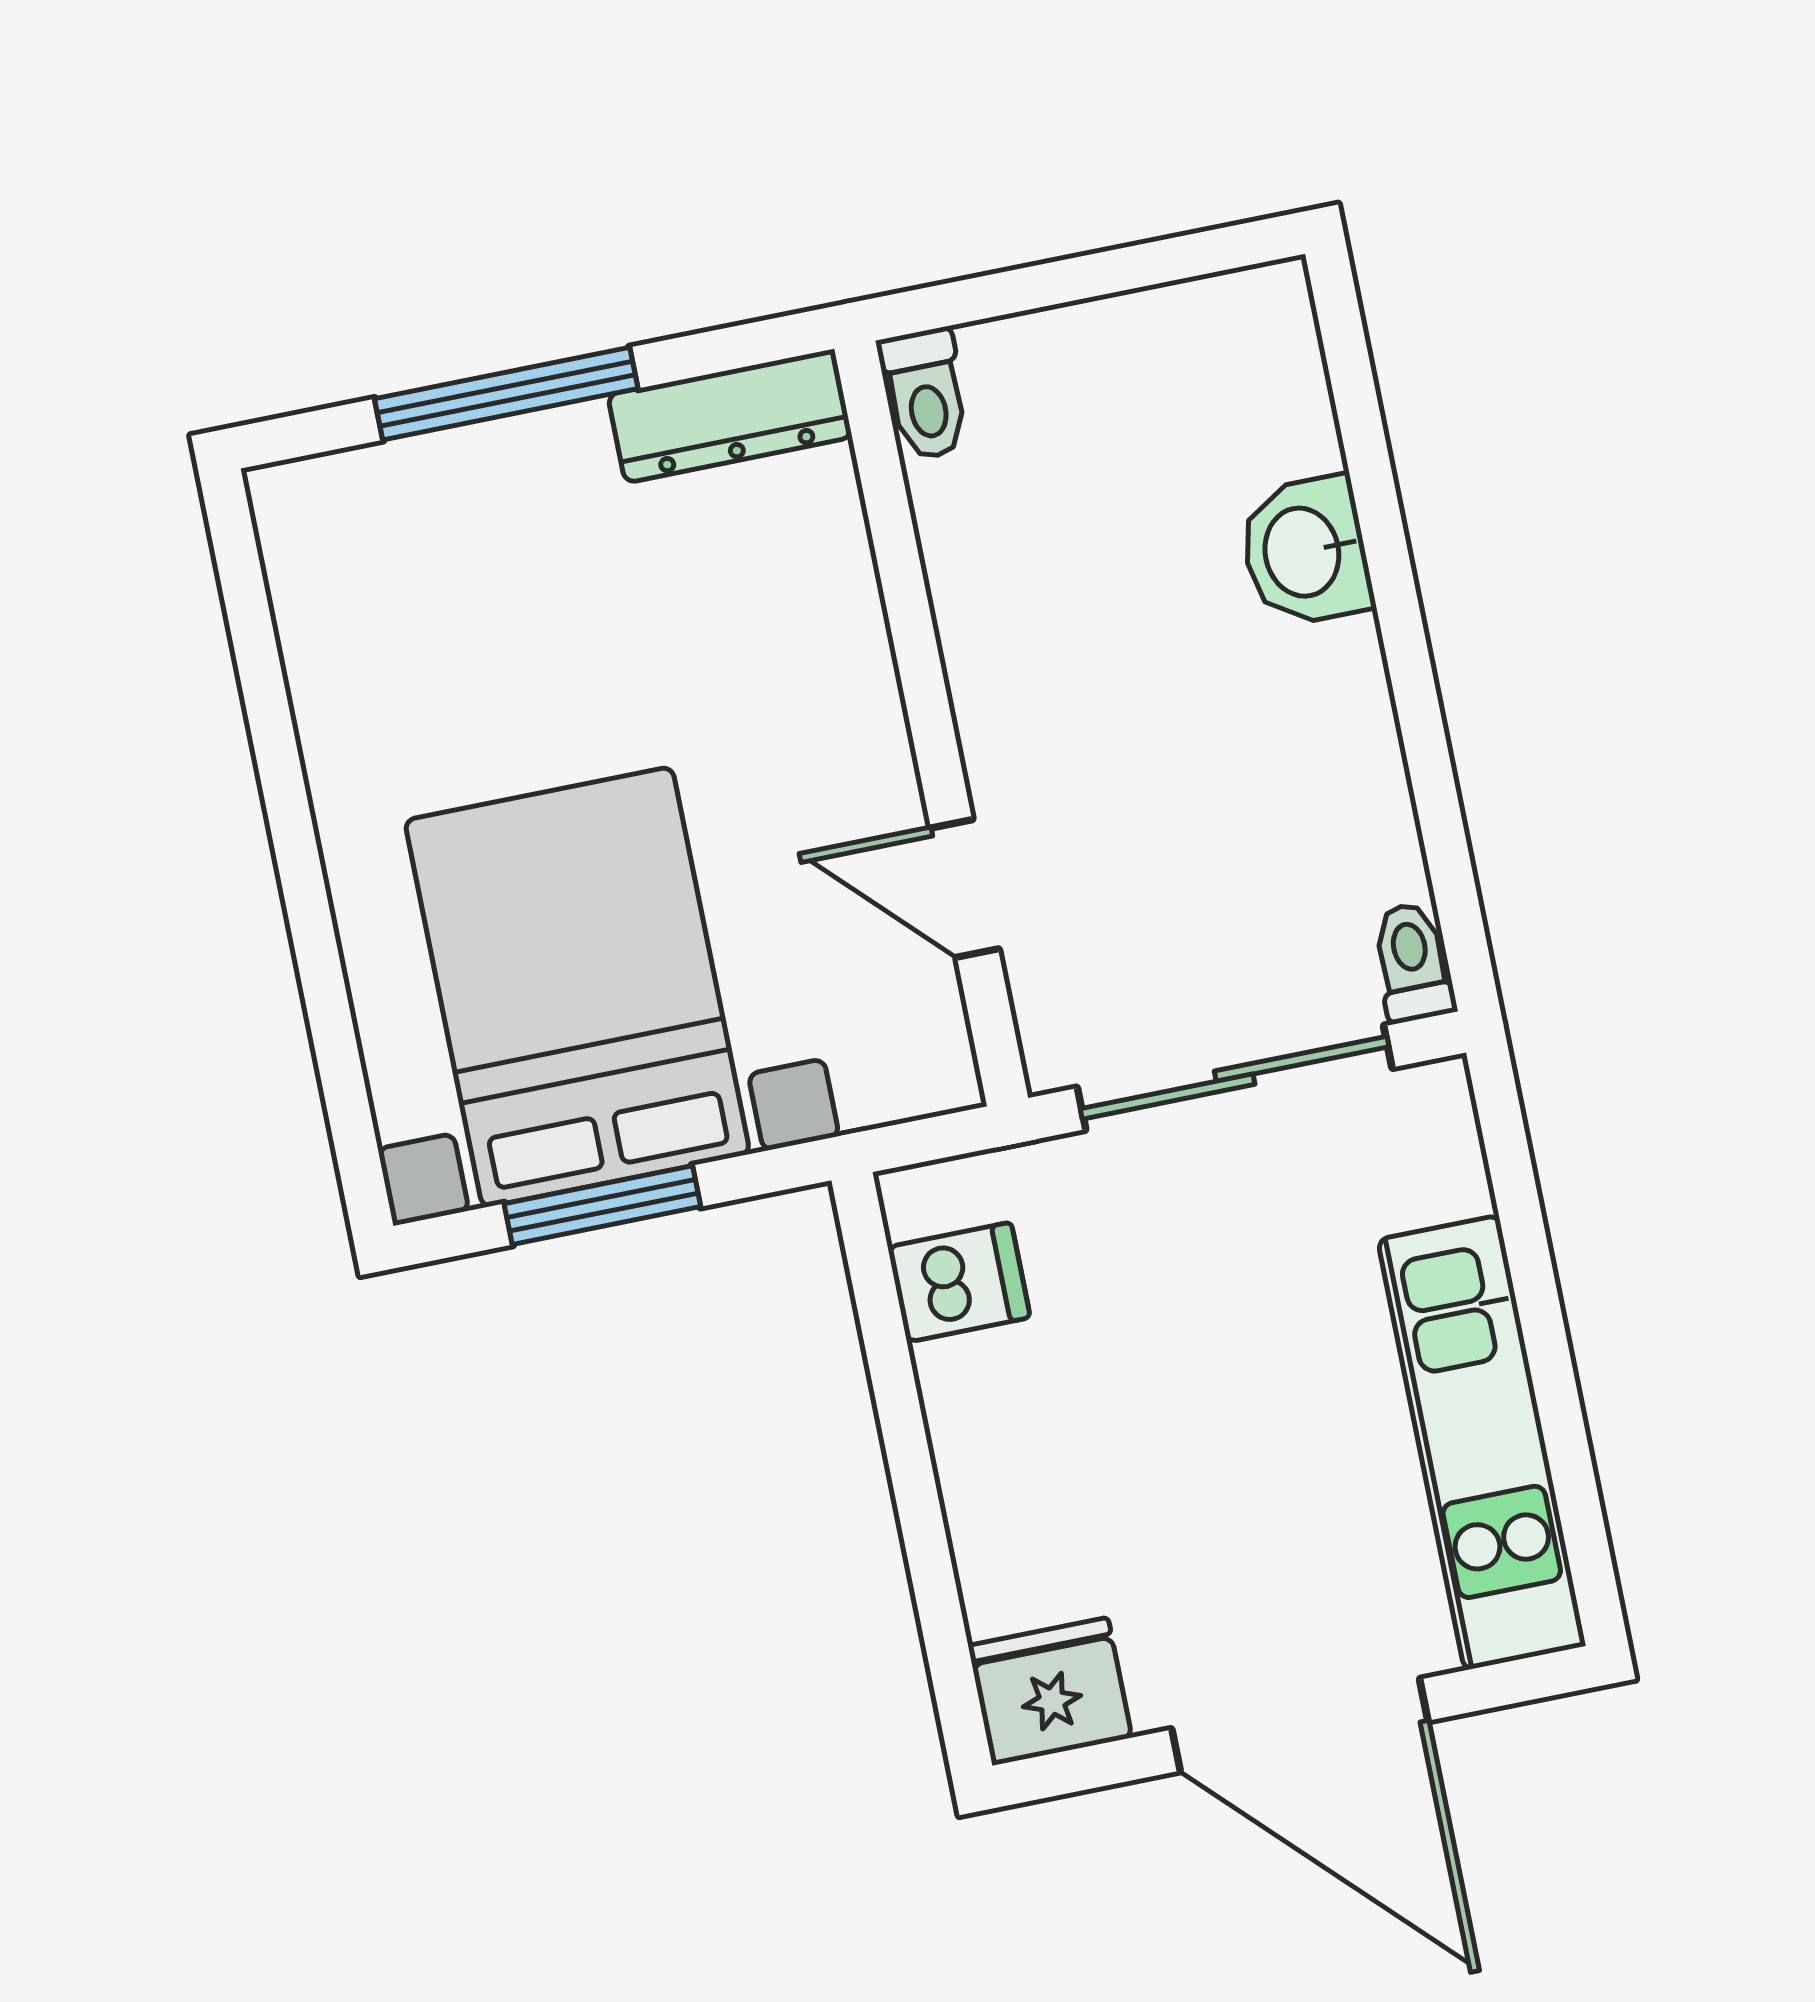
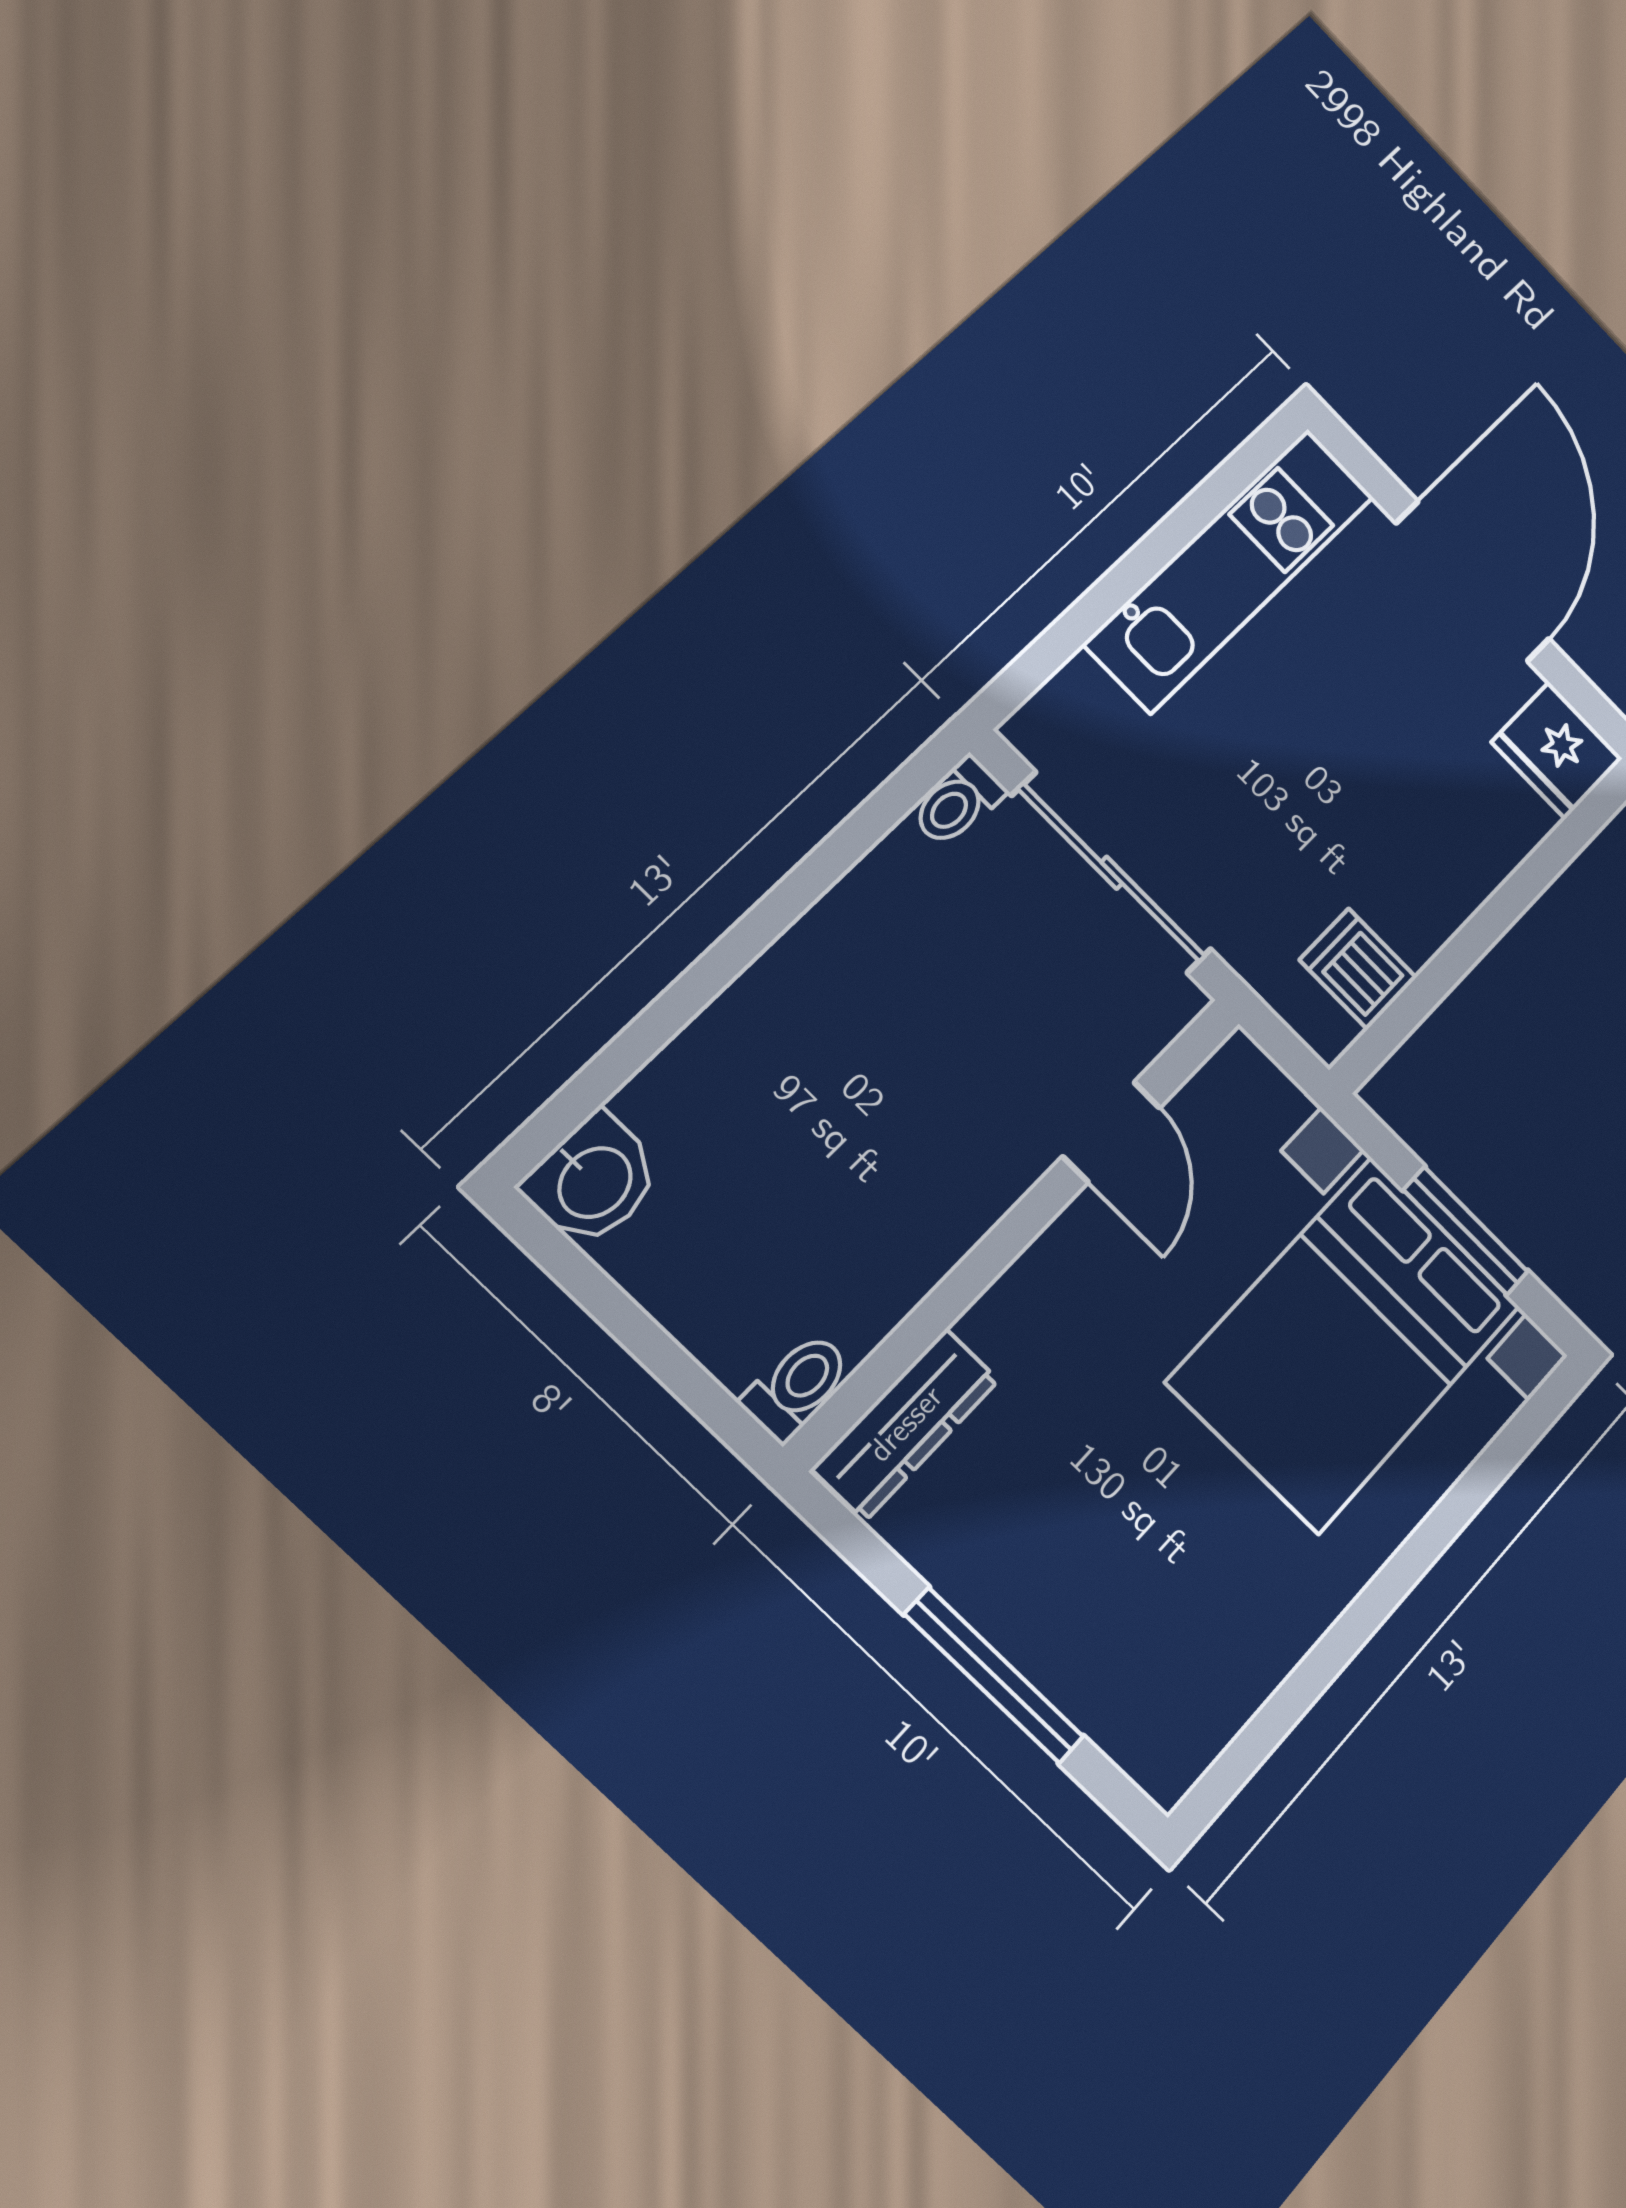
dresser: (730, 416) -> (906, 1424), moved, turned 90
washbasin: (1305, 551) -> (593, 1180), moved

